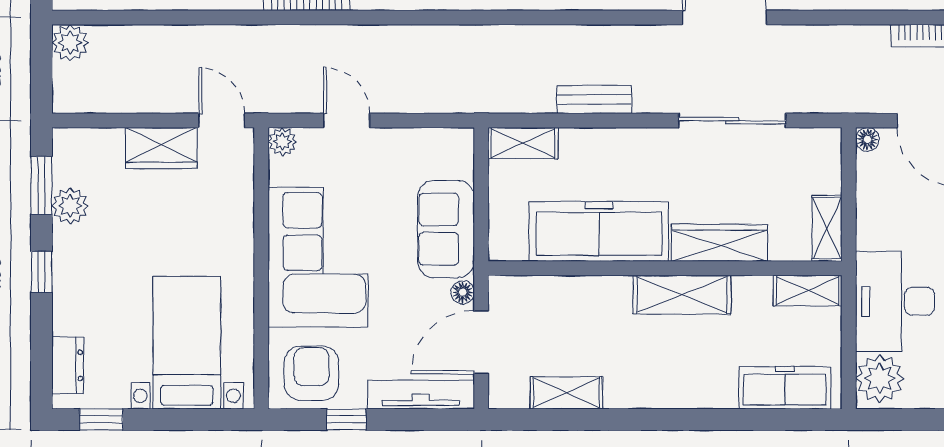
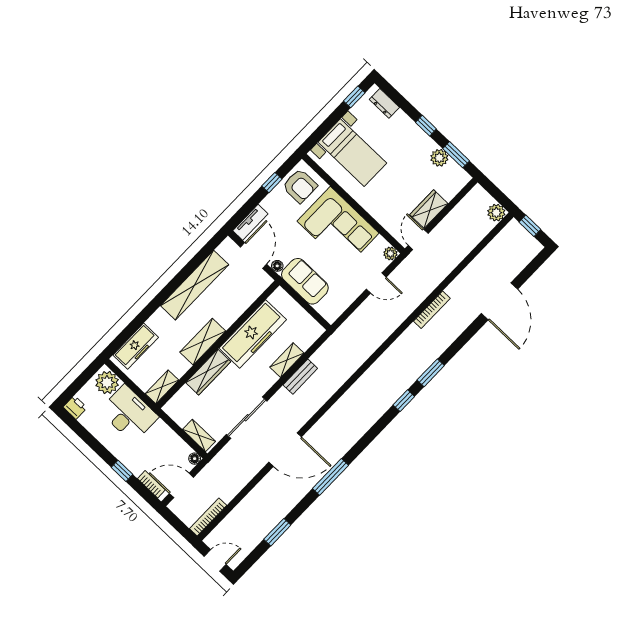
door: (222, 121) -> (418, 239), swing flipped
shelving: (523, 143) -> (287, 360), moved
shelving: (827, 228) -> (199, 435), moved
shelving: (566, 393) -> (195, 285), width x2.20, depth x1.33
tv unit: (421, 395) -> (250, 222), width x0.71

